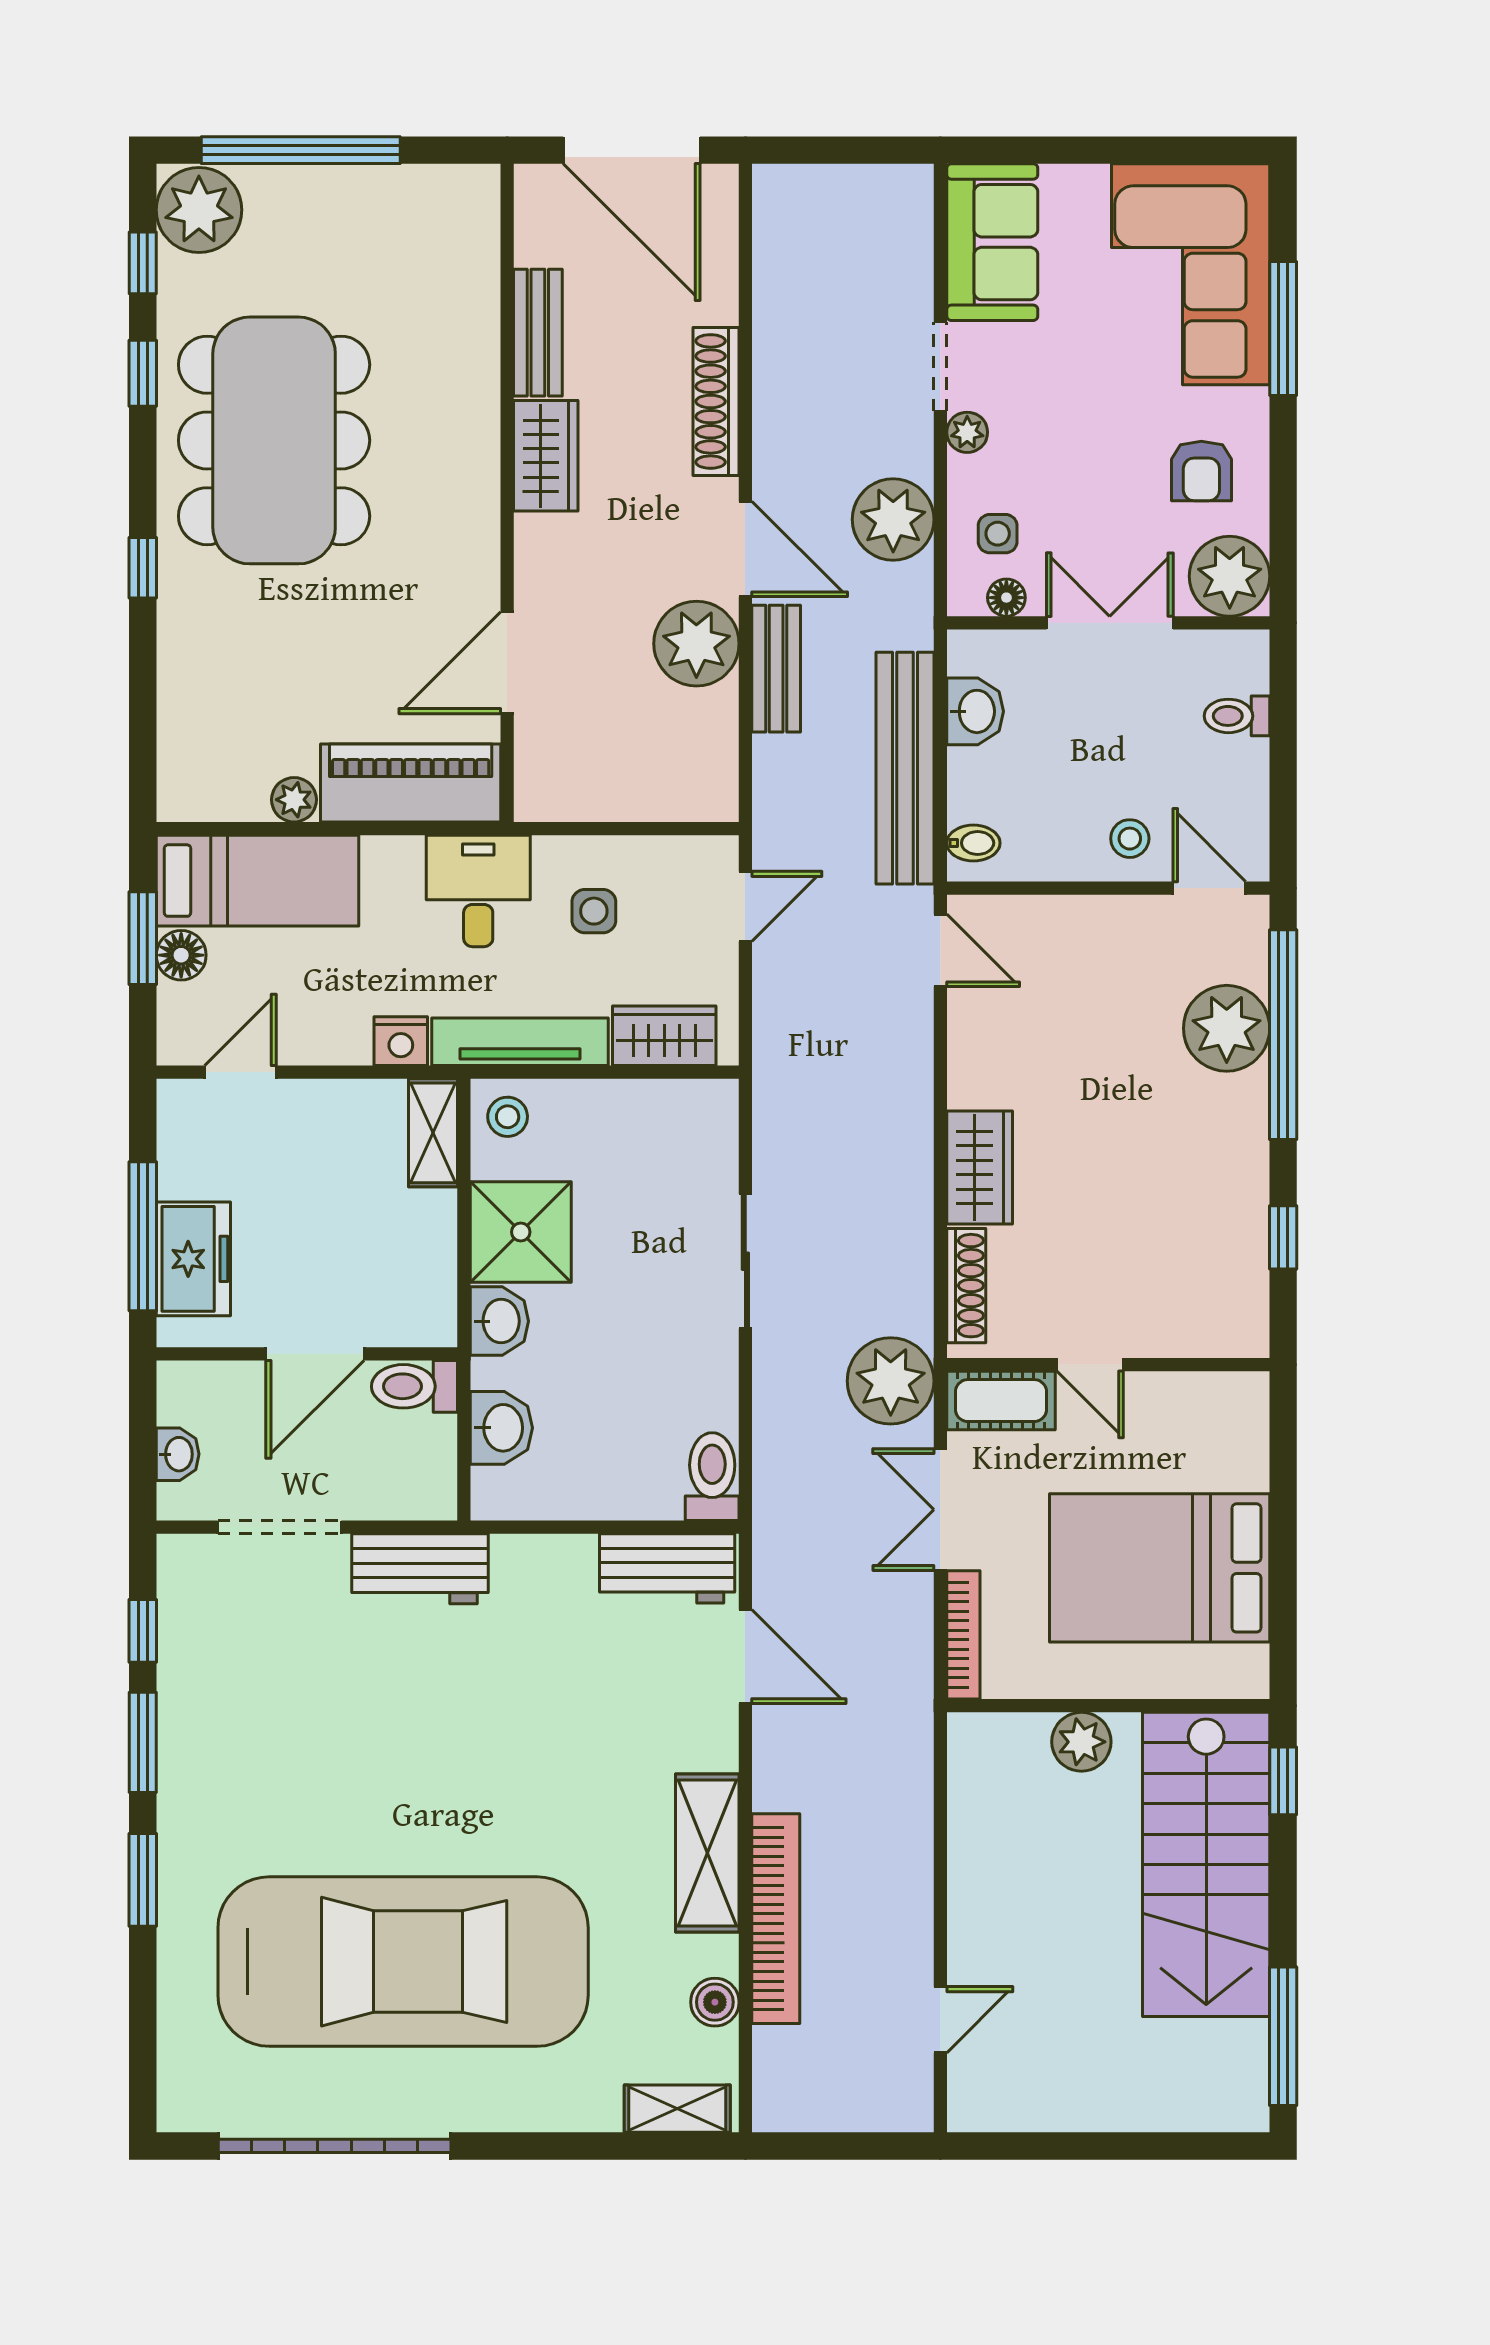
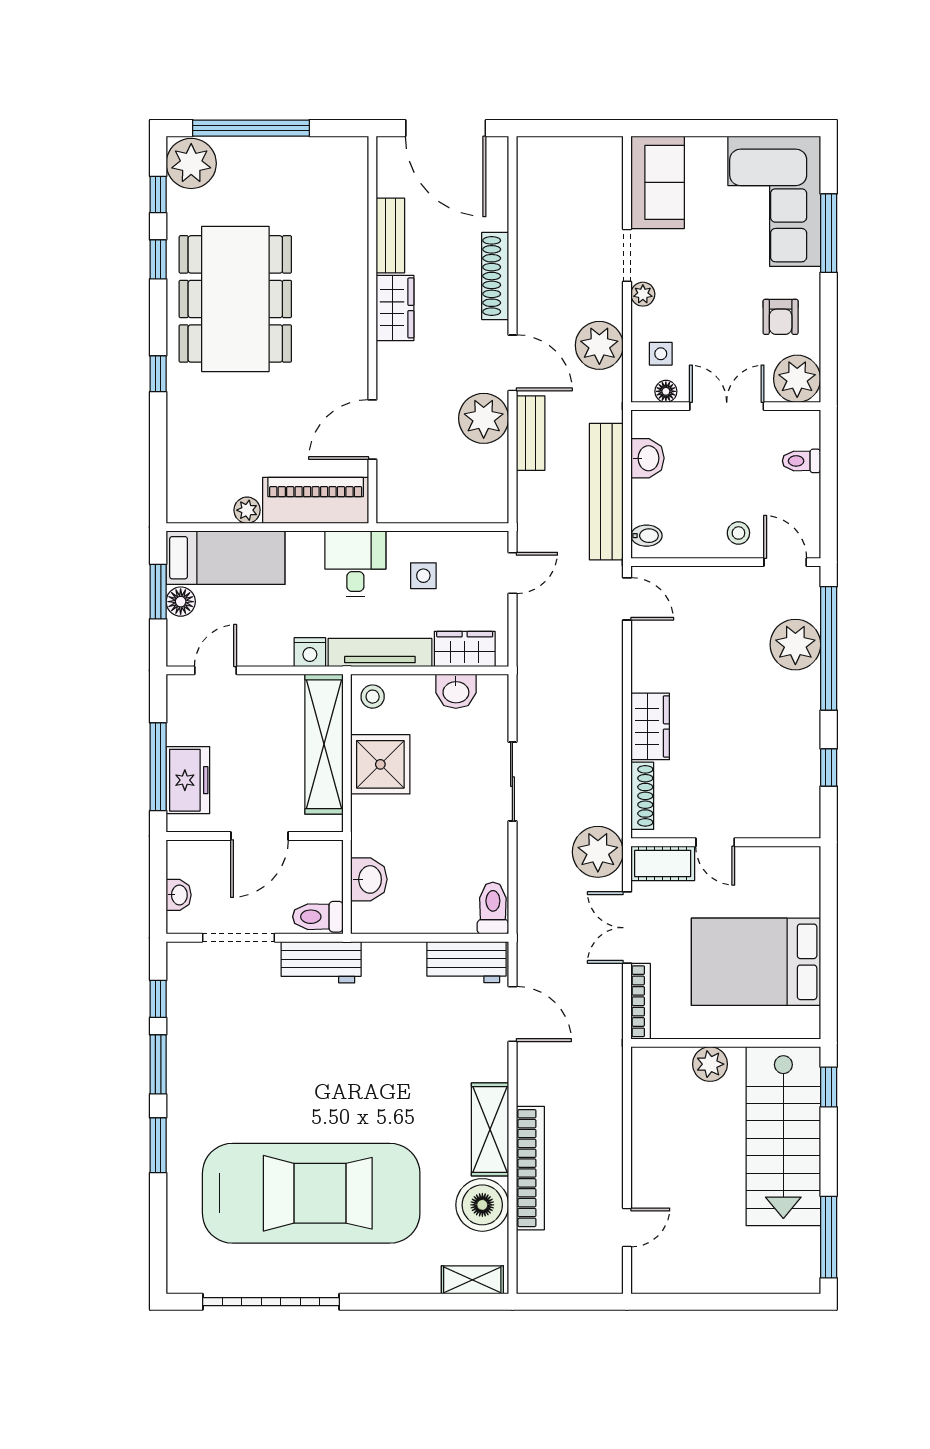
shelving: (433, 1133) -> (324, 744), width x2.20, depth x1.33
washbasin: (499, 1321) -> (456, 691), moved, turned 90
toilet: (414, 1386) -> (318, 917), moved
boiler: (715, 2002) -> (482, 1205), width x1.86, depth x1.86

